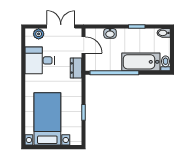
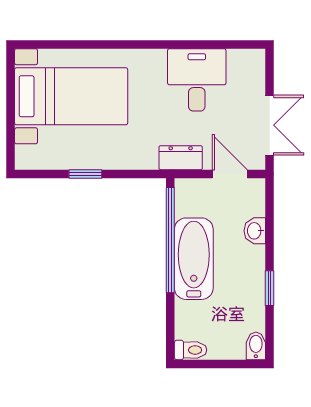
plant: (39, 34) -> (254, 78), removed
door: (84, 45) -> (230, 174), swing flipped
bathtub: (141, 62) -> (194, 259), moved

